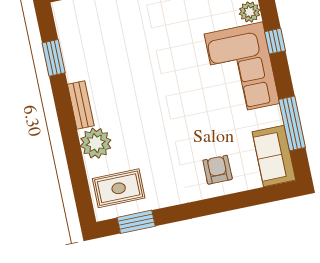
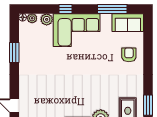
armchair: (218, 170) -> (129, 55), turned 90

